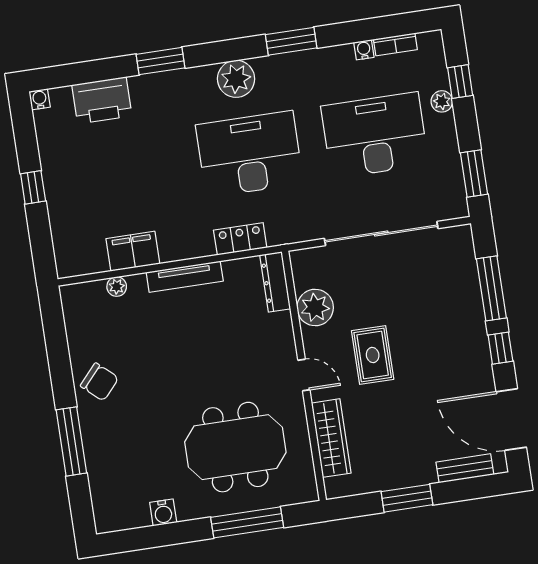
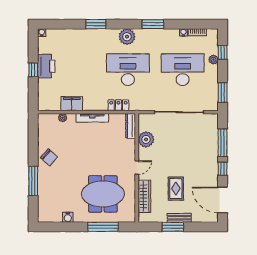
printer: (102, 100) -> (46, 66), moved, turned -90
rug: (373, 355) -> (176, 189), moved
door: (304, 375) -> (137, 168), hinge flipped
bench: (465, 468) -> (179, 218), moved

